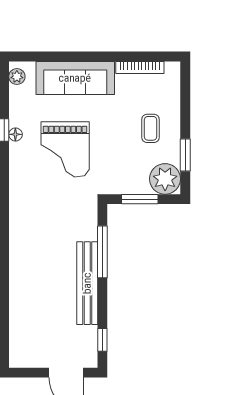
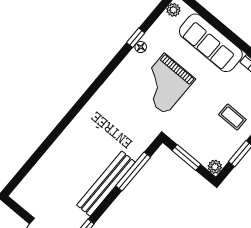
coffee table: (150, 128) -> (232, 117), turned 90
plant: (165, 179) -> (215, 167), width x0.53, depth x0.53

